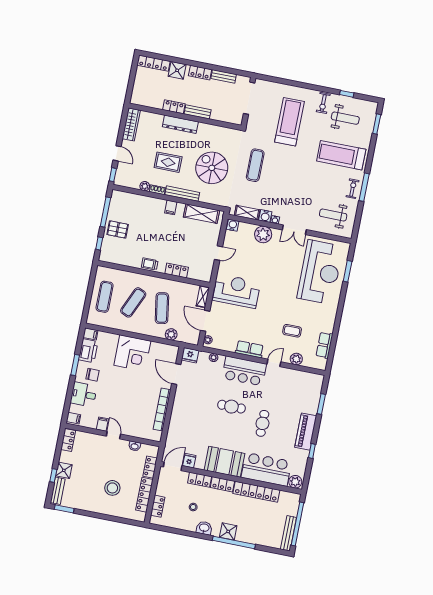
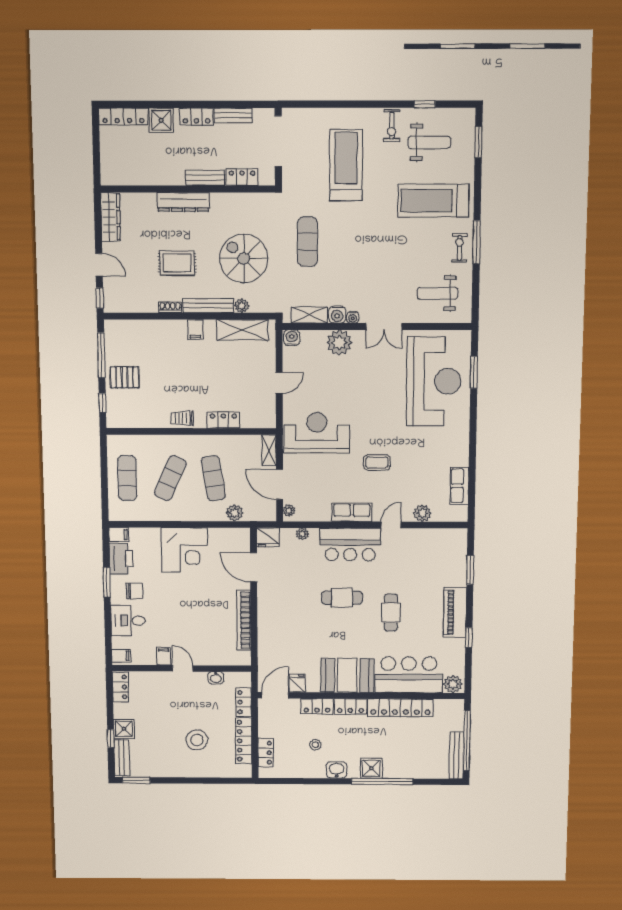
locker: (174, 107) -> (242, 177), moved
plant: (145, 186) -> (242, 306), moved
coffee table: (292, 331) -> (377, 462), moved

